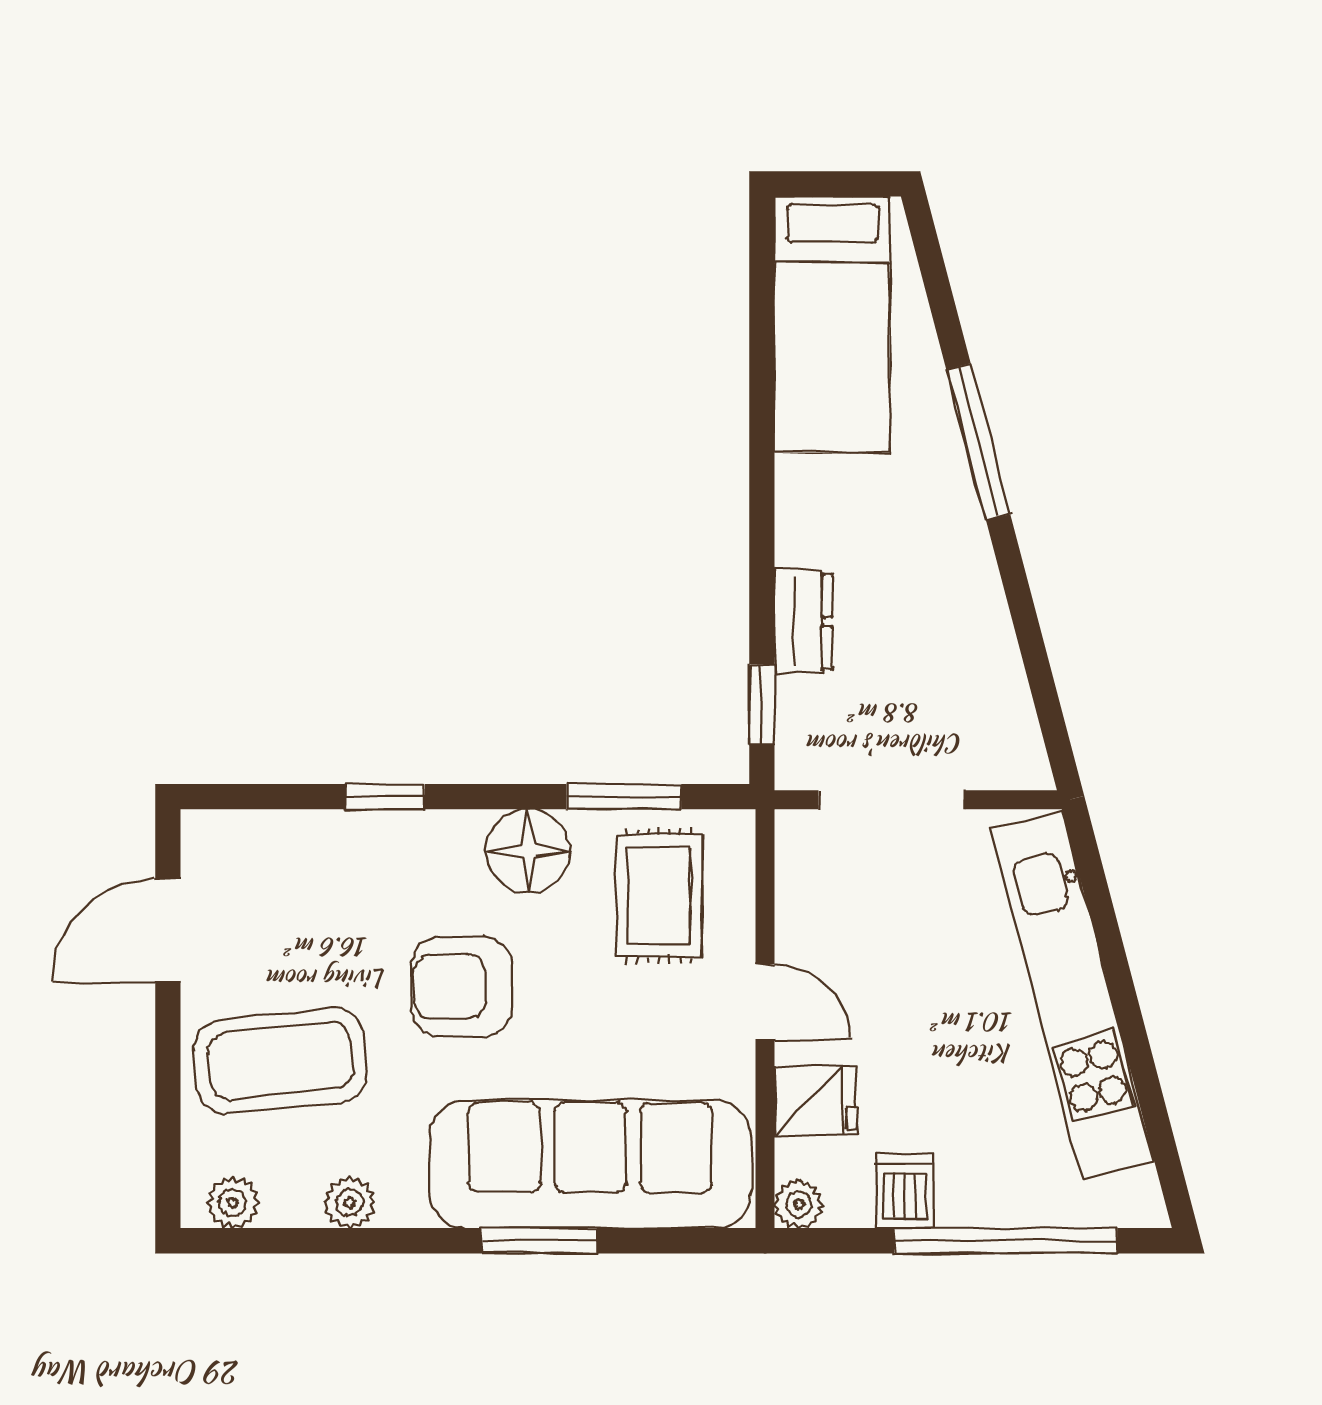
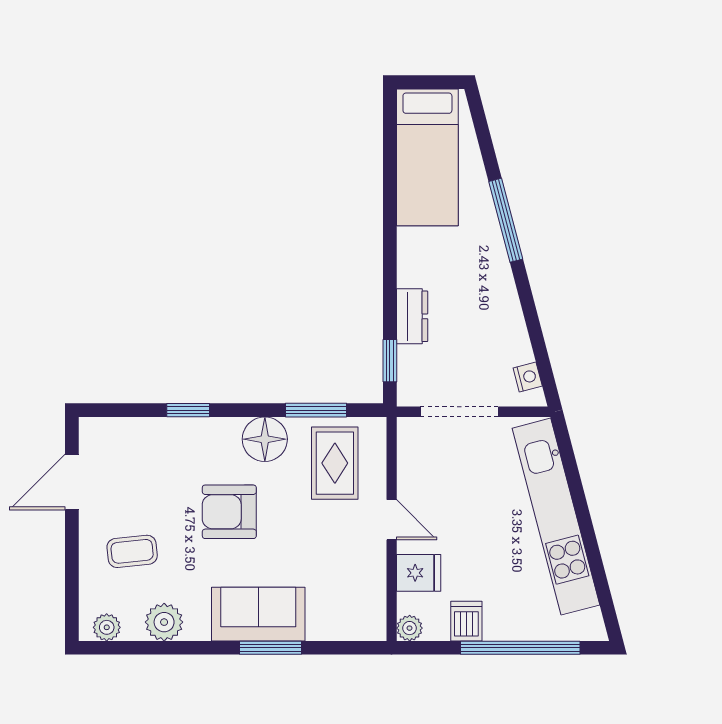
nightstand: (1019, 735) -> (528, 377), added
coffee table: (280, 1061) -> (132, 551), width x0.54, depth x0.58
sofa: (590, 1164) -> (258, 614), width x0.54, depth x0.79
plant: (350, 1203) -> (164, 622), width x1.38, depth x1.38

